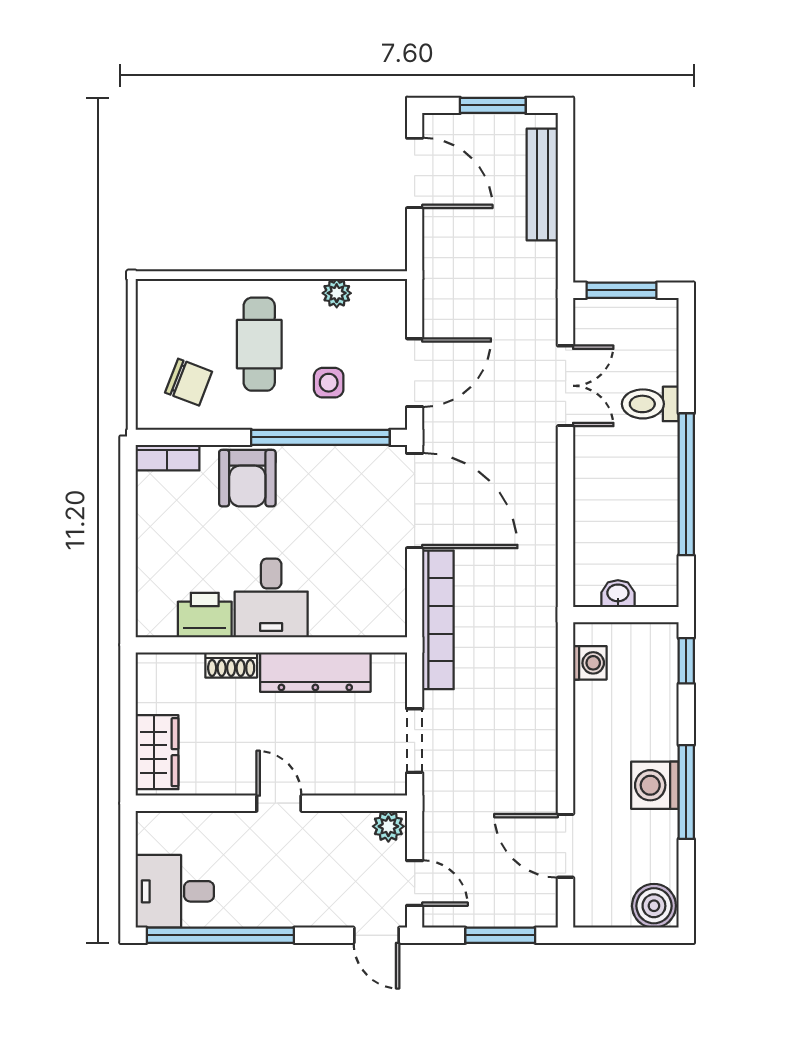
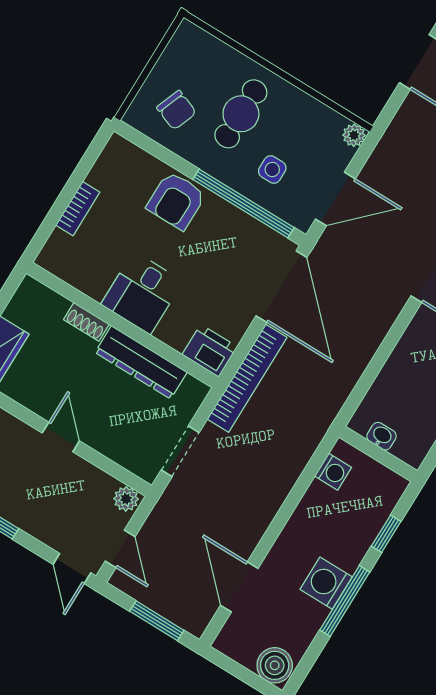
plant: (337, 293) -> (354, 135), moved
bookcase: (167, 458) -> (78, 209), moved, turned -90
printer: (205, 615) -> (210, 351), moved
window: (686, 661) -> (386, 534), moved

